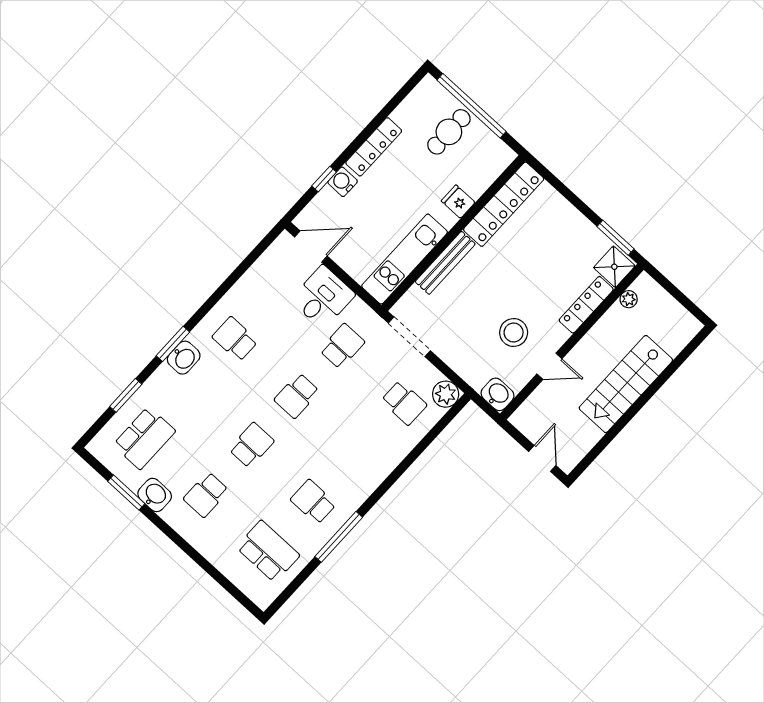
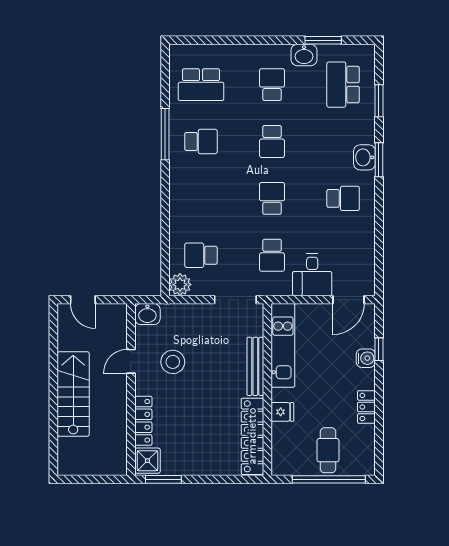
locker: (374, 147) -> (366, 407), width x0.66
plant: (629, 299) -> (120, 449), removed

